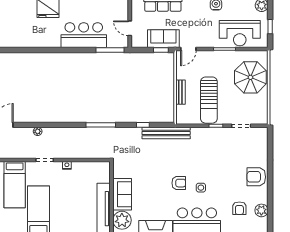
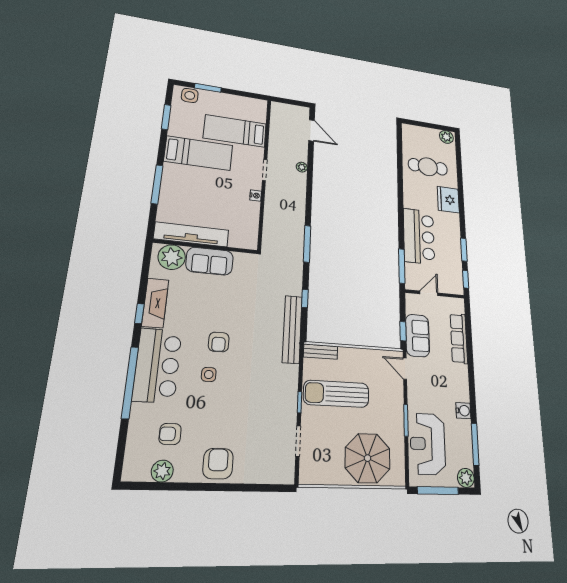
cafe table: (20, 25) -> (428, 167), added
window: (270, 27) -> (438, 491), width x2.17
bench: (180, 92) -> (321, 352), moved

